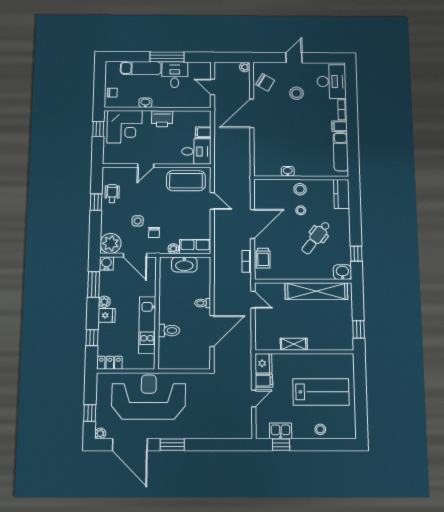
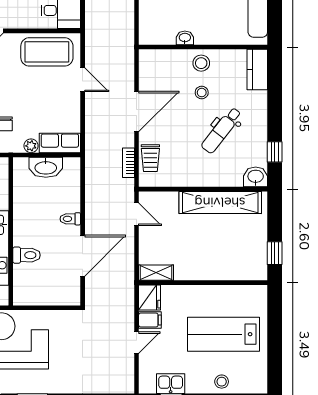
shelving: (294, 344) -> (156, 273), moved
lab bench: (321, 392) -> (224, 334), turned 180

